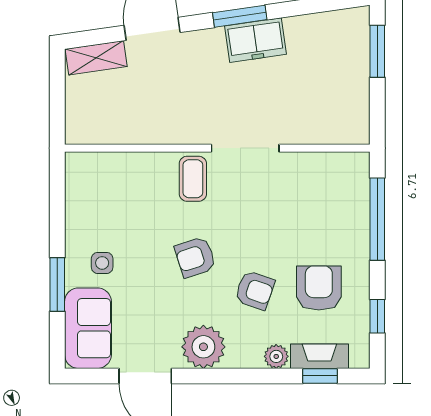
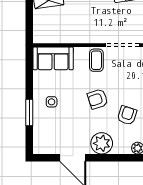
armchair: (255, 290) -> (127, 115), turned -91
sofa: (88, 328) -> (53, 58), moved, turned 90

